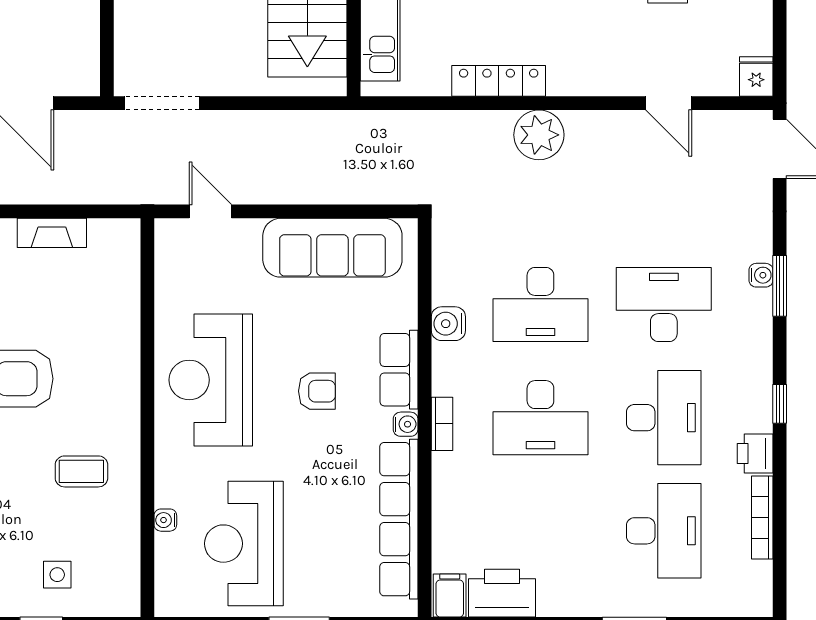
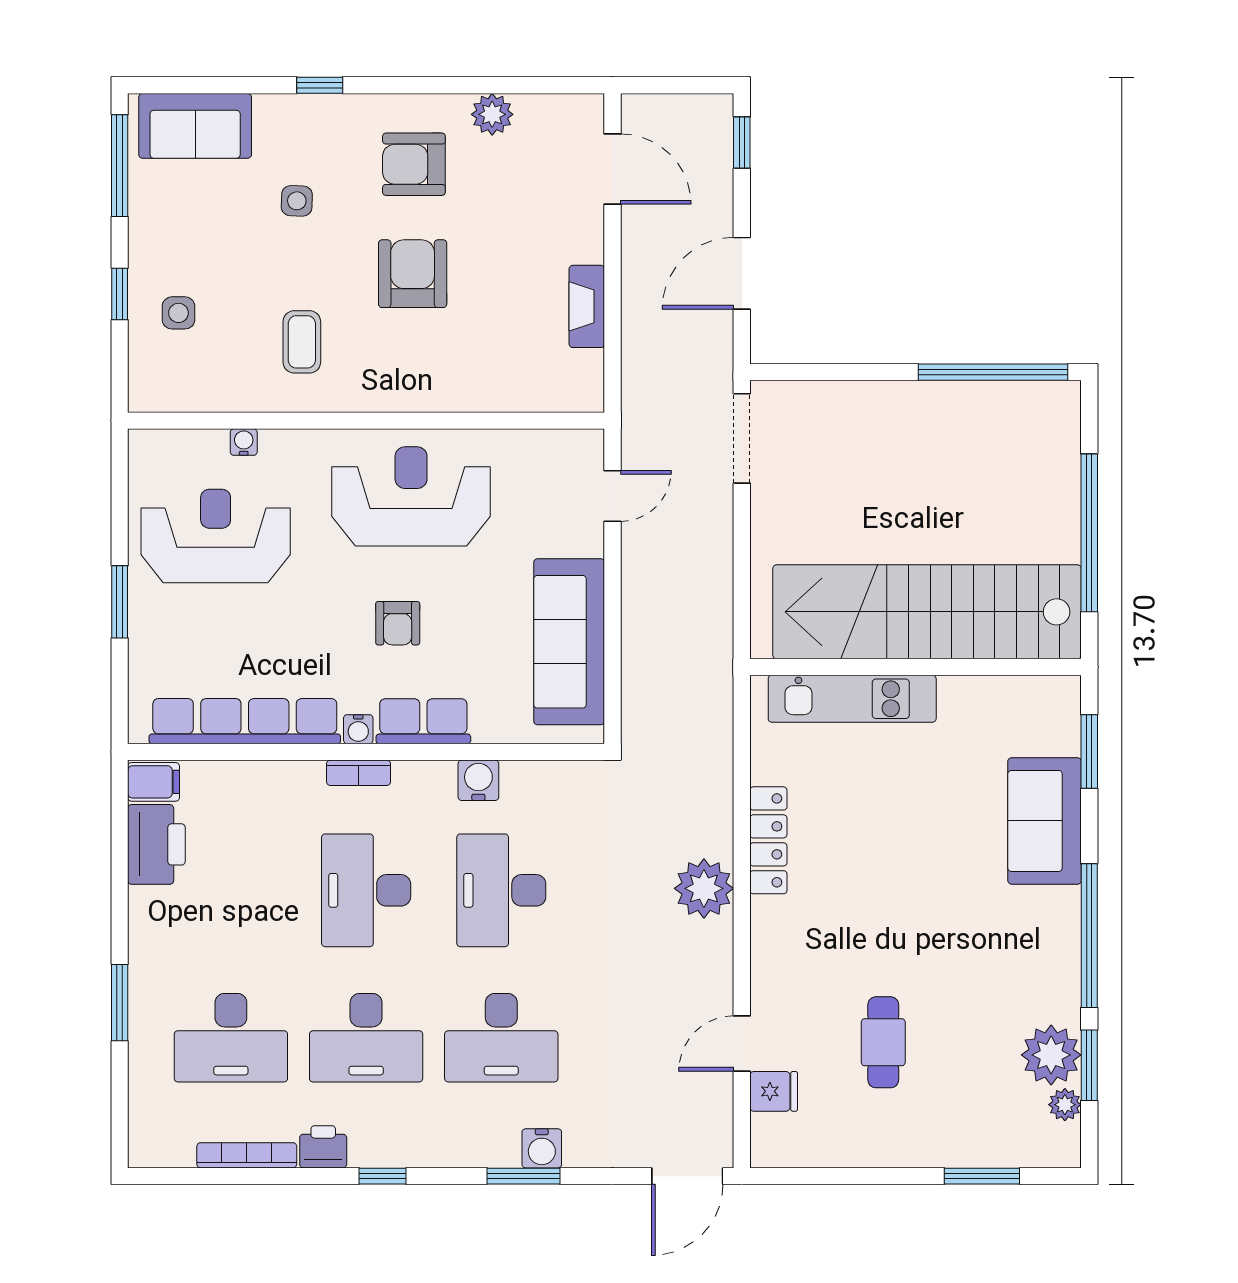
fridge: (756, 77) -> (774, 1091), moved
water cooler: (761, 275) -> (542, 1148), width x1.38, depth x1.38
desk: (664, 304) -> (501, 1038), turned 90

